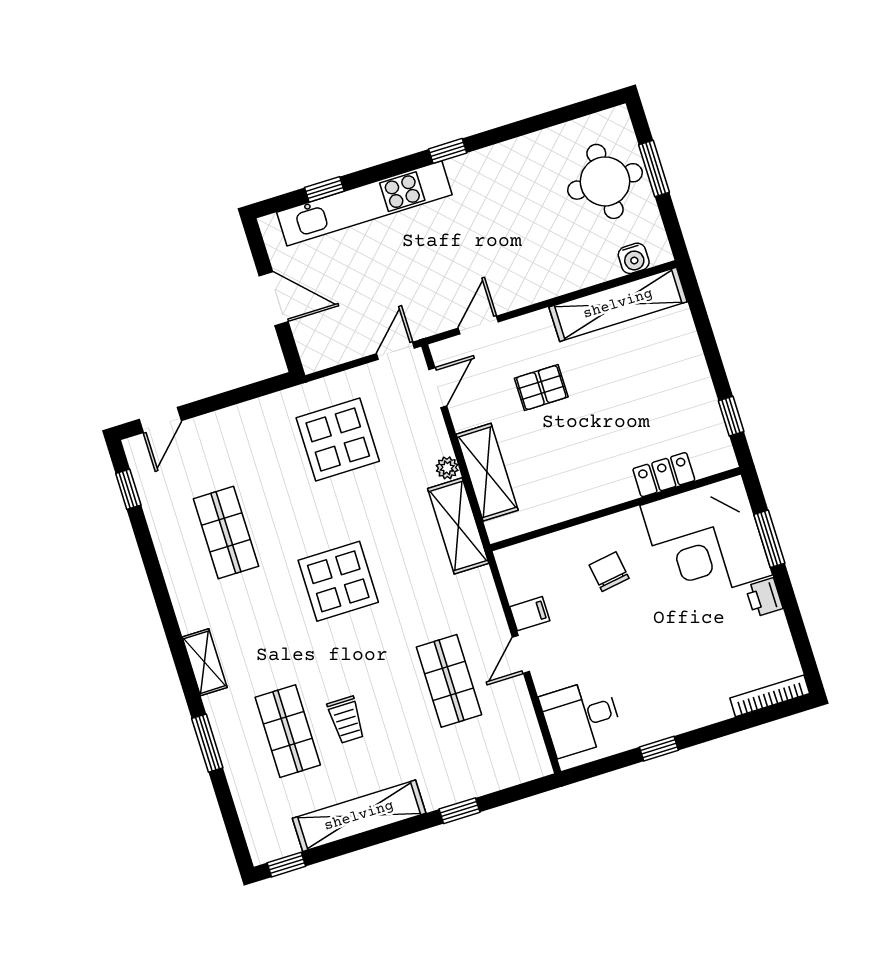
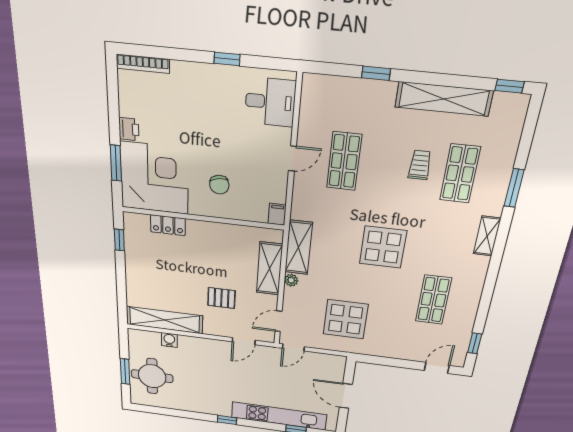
water cooler: (634, 258) -> (169, 340), moved
filing cabinet: (530, 614) -> (277, 214), moved, turned 90

